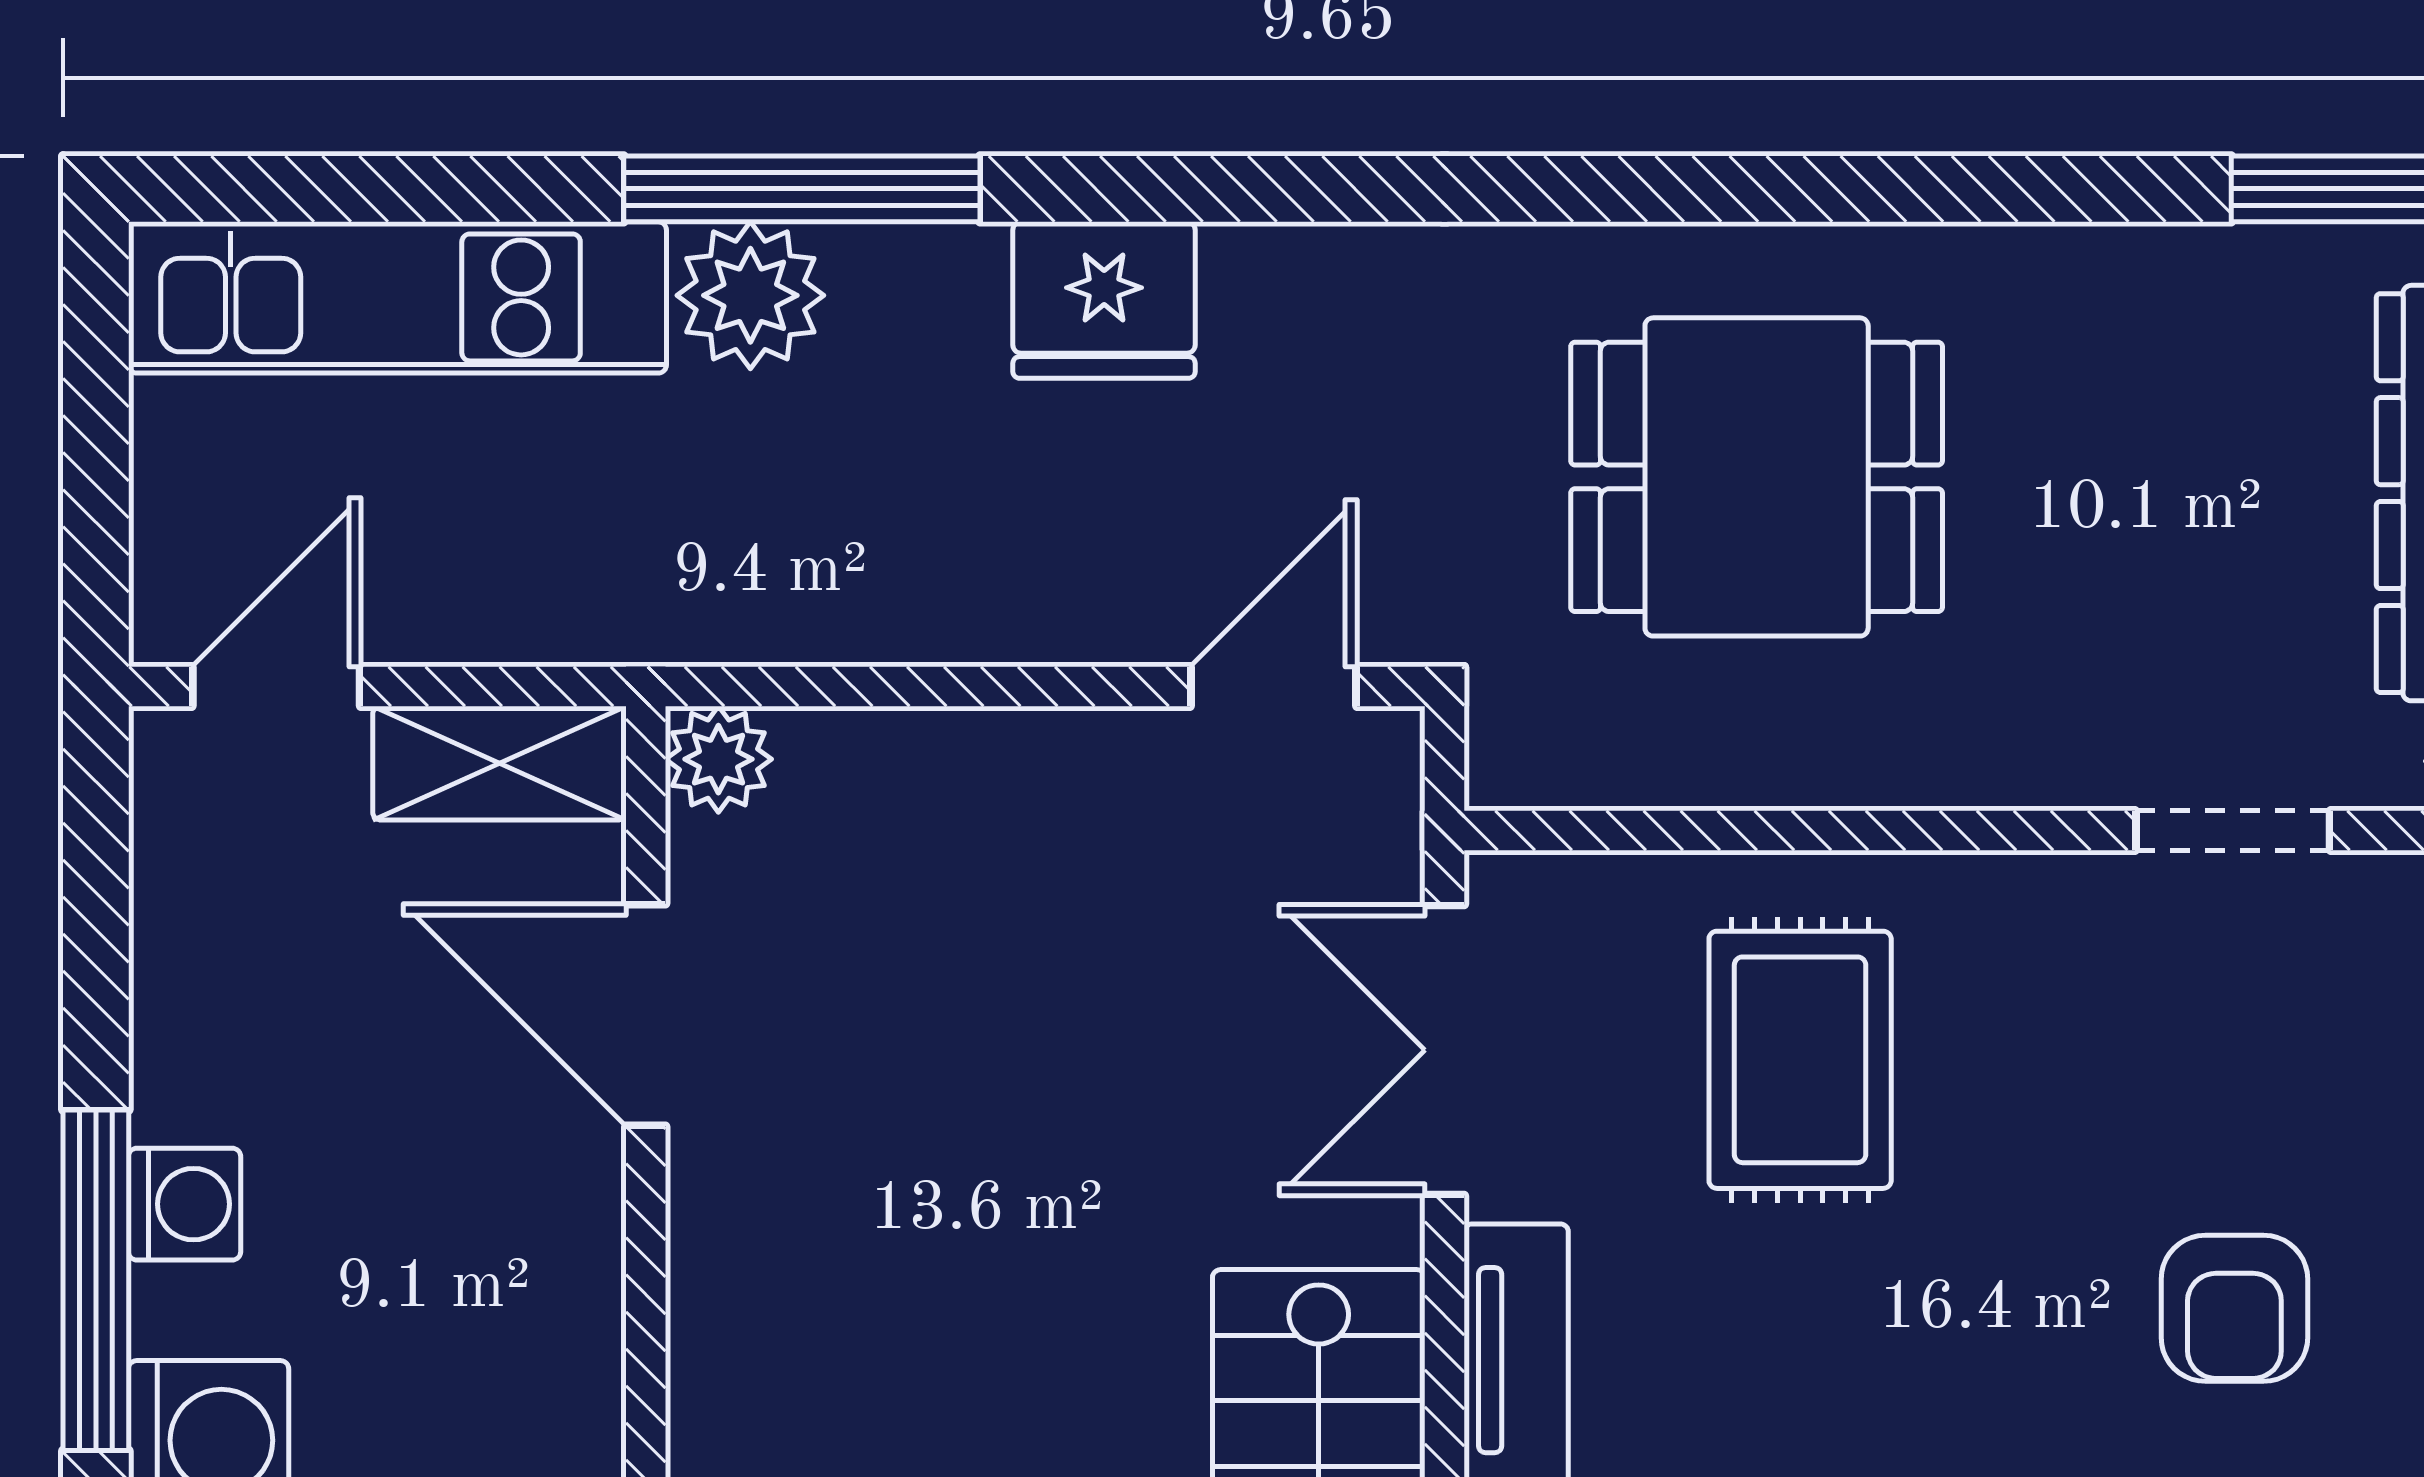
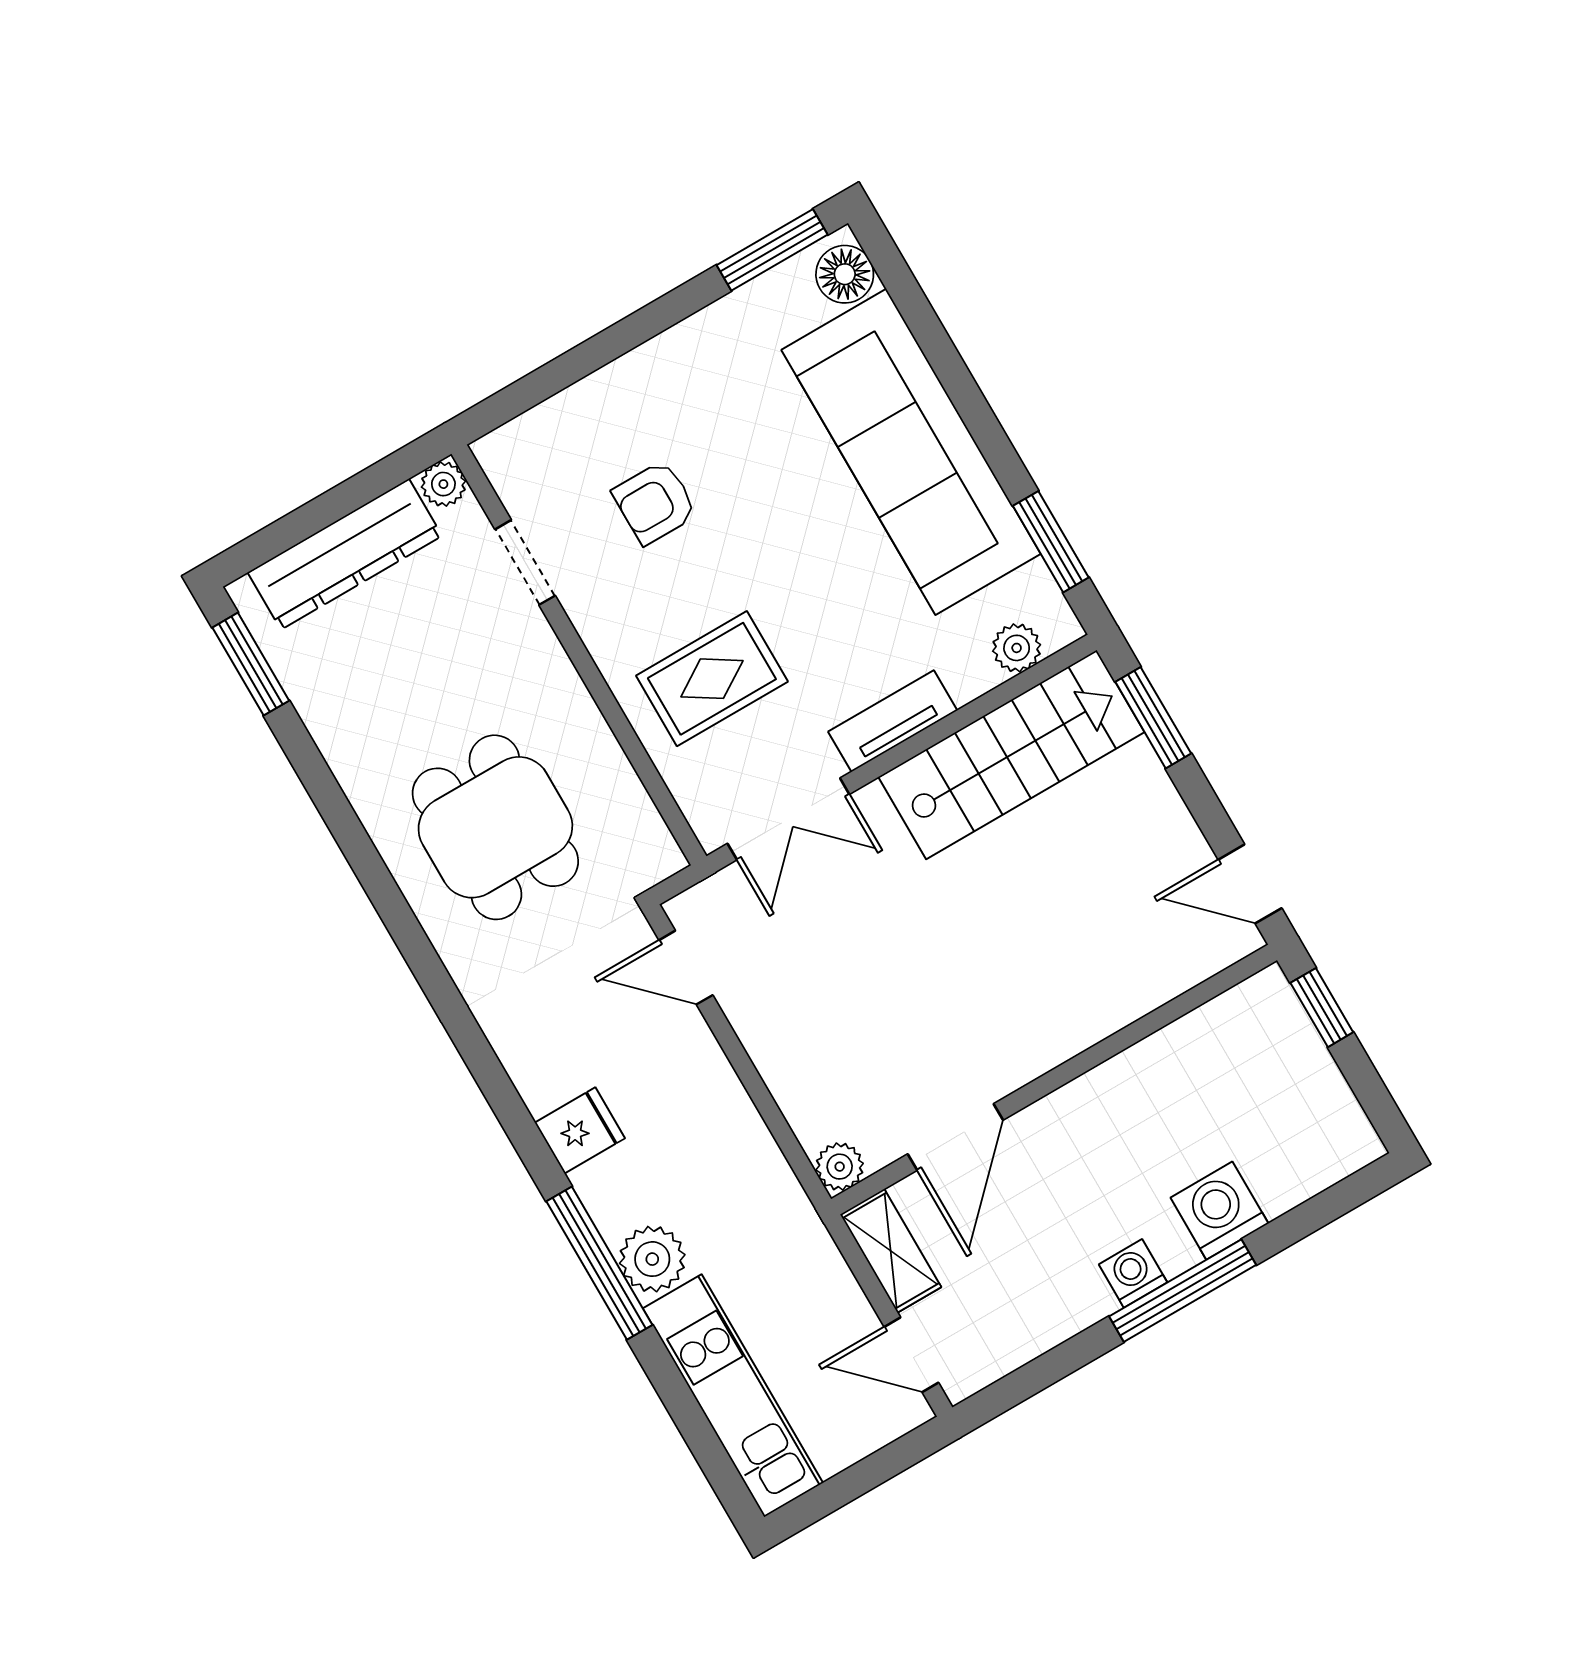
fridge: (1104, 300) -> (580, 1130), width x0.72
armchair: (2234, 1308) -> (655, 503), moved, turned 180

